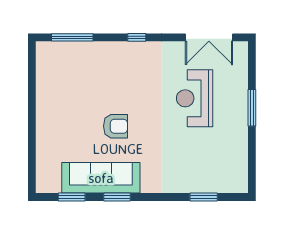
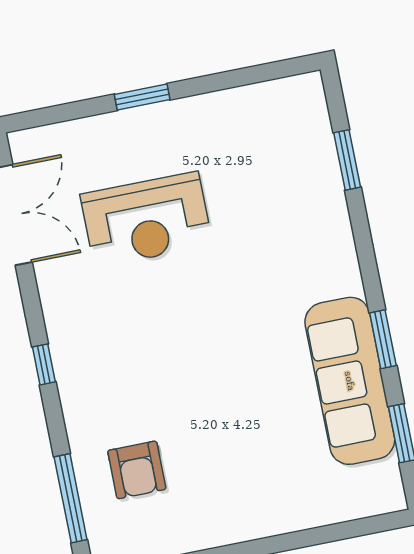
window: (252, 108) -> (142, 97), width x0.69
armchair: (116, 126) -> (137, 470), moved, turned 180

